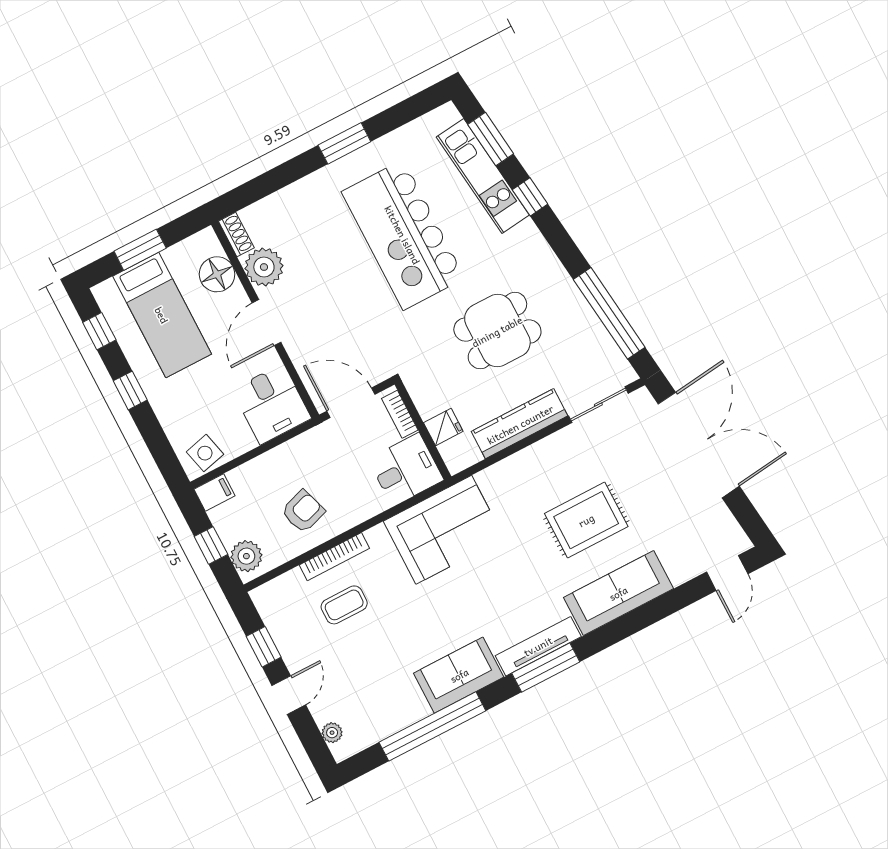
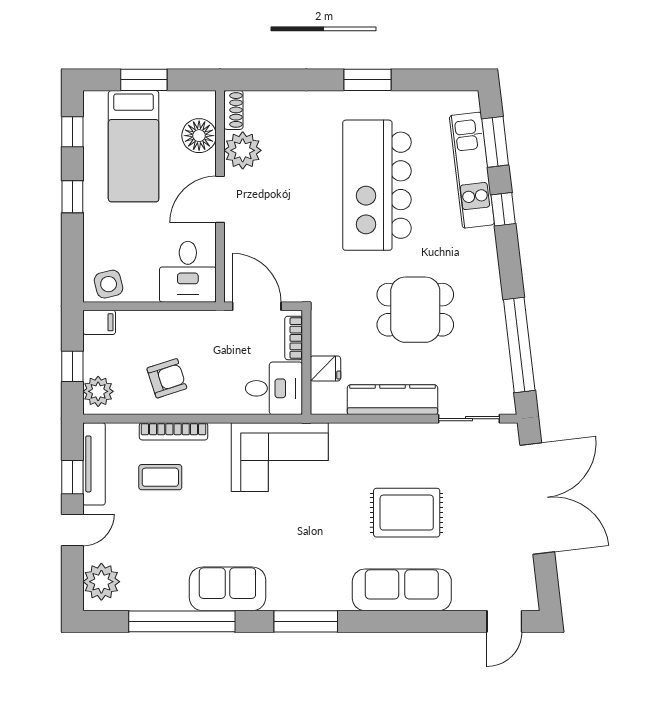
tv unit: (538, 646) -> (94, 464), moved, turned 90
plant: (332, 733) -> (101, 582), width x1.88, depth x1.88

